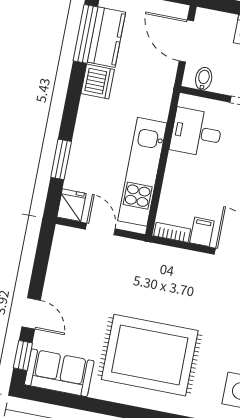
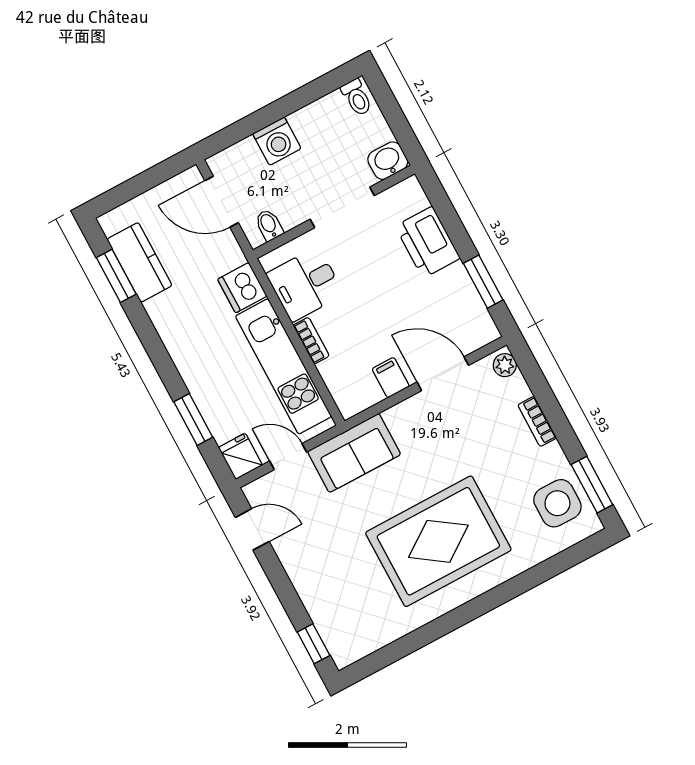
window: (85, 34) -> (116, 276), width x0.69
dishwasher: (98, 81) -> (242, 288), moved, turned 180
bookcase: (172, 232) -> (311, 341), moved, turned 90
door: (31, 313) -> (252, 529), moved
sofa: (59, 373) -> (354, 453), moved, turned 180

